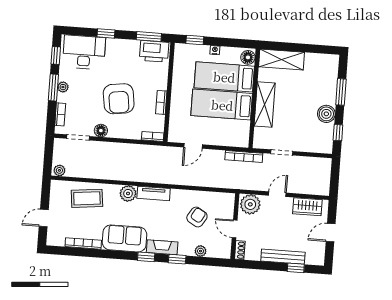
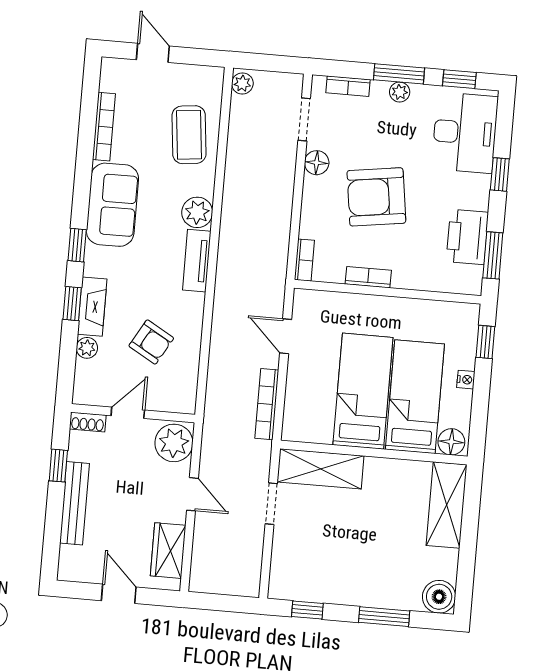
printer: (154, 51) -> (467, 237), moved
shelving: (265, 105) -> (320, 469), moved
boiler: (326, 114) -> (439, 597), moved
bookcase: (244, 156) -> (267, 404), moved
fireplace: (162, 247) -> (92, 307), moved
window: (296, 268) -> (58, 466), moved

